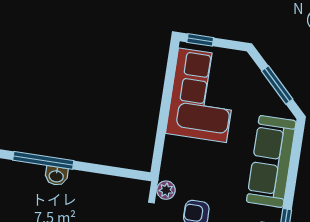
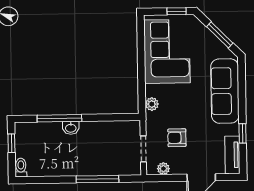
window: (200, 40) -> (177, 11), moved
plant: (166, 190) -> (152, 104), moved

